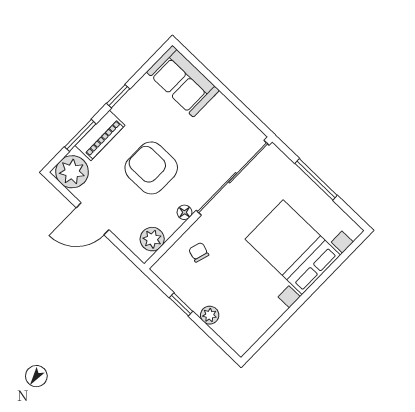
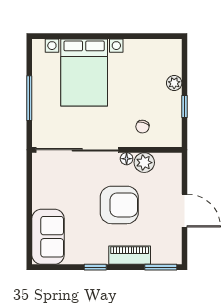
window: (80, 135) -> (161, 267), moved
armchair: (151, 168) -> (119, 205), turned -90
plant: (72, 172) -> (168, 251), removed
plant: (152, 239) -> (144, 163), moved

